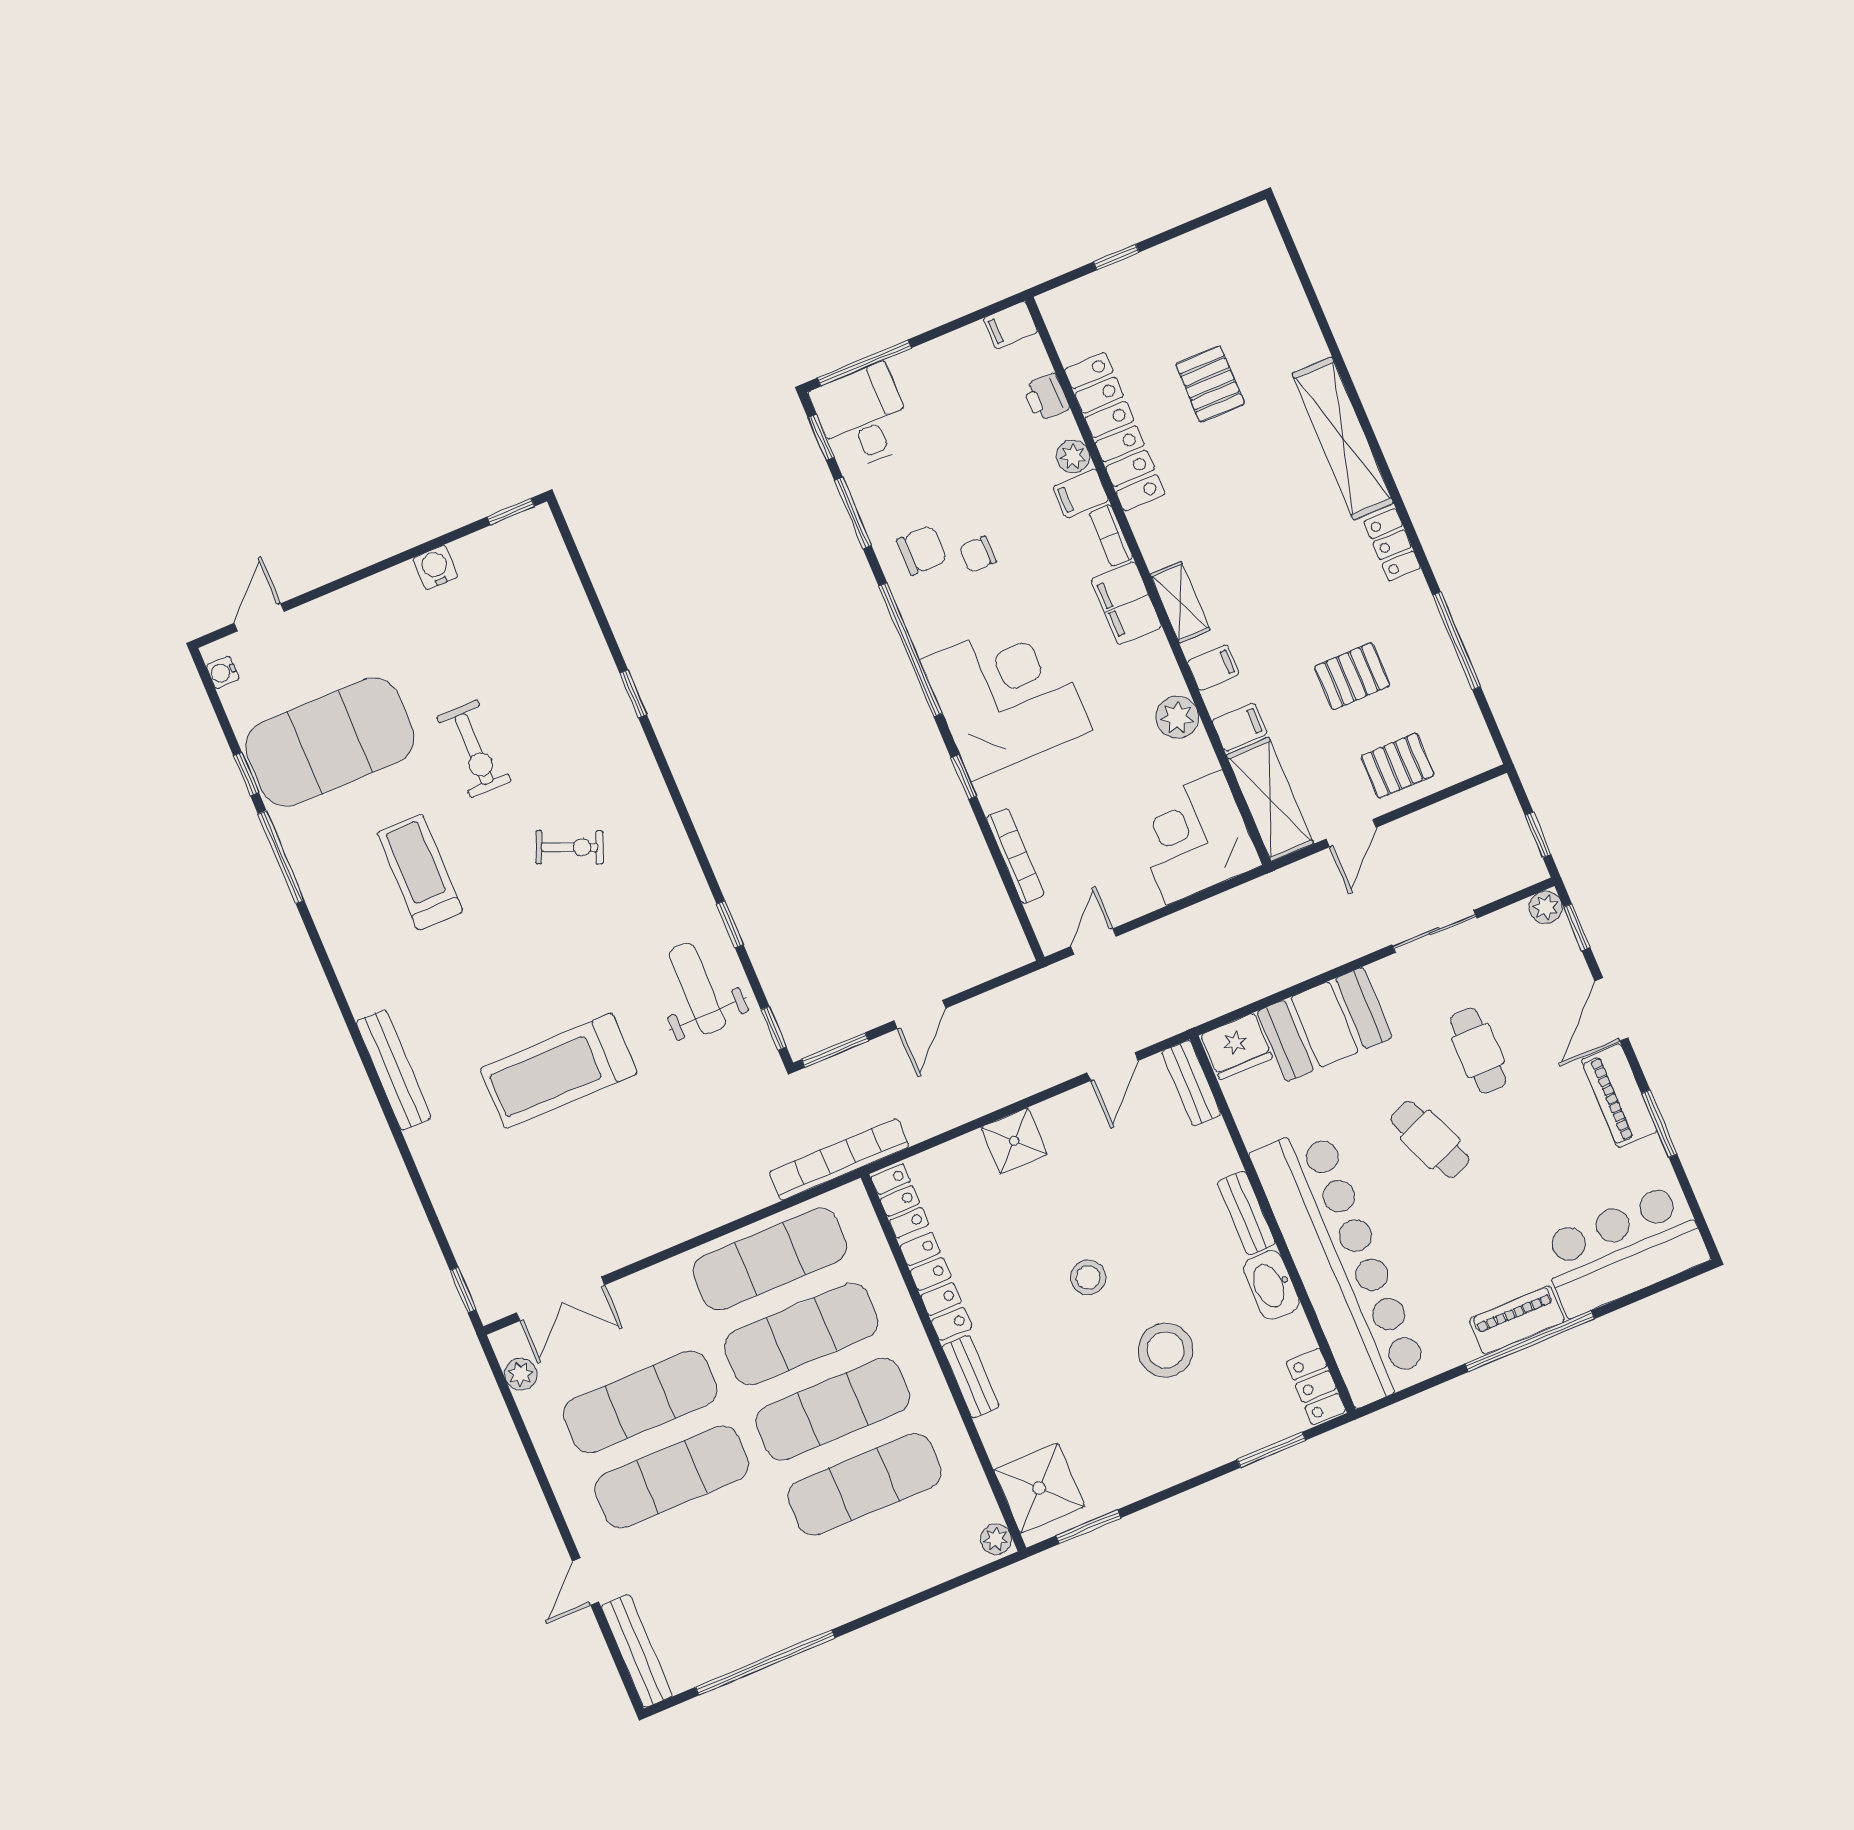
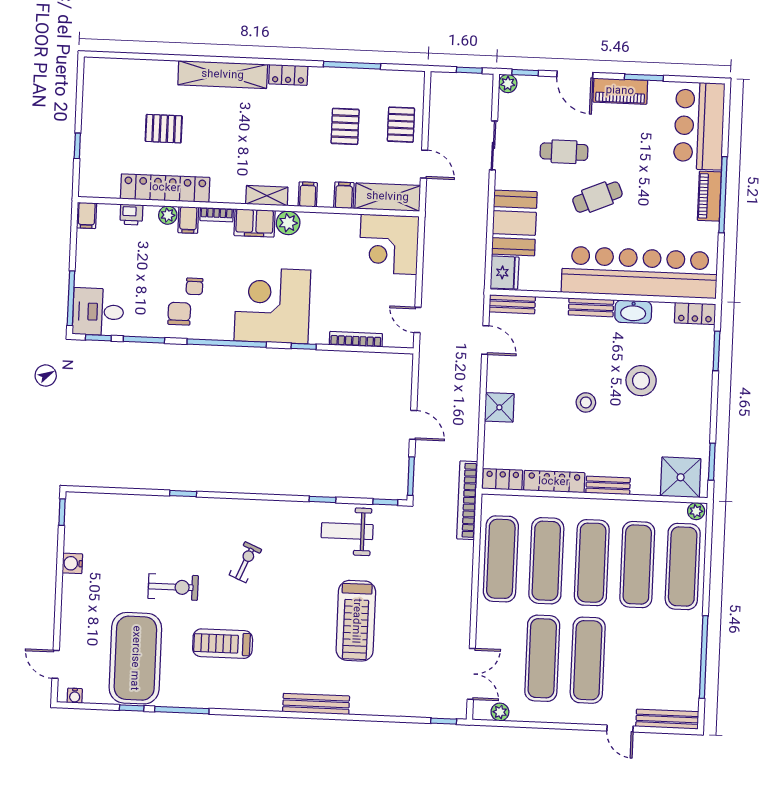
plant: (1177, 717) -> (288, 223), moved
exercise mat: (896, 1559) -> (683, 566), added

